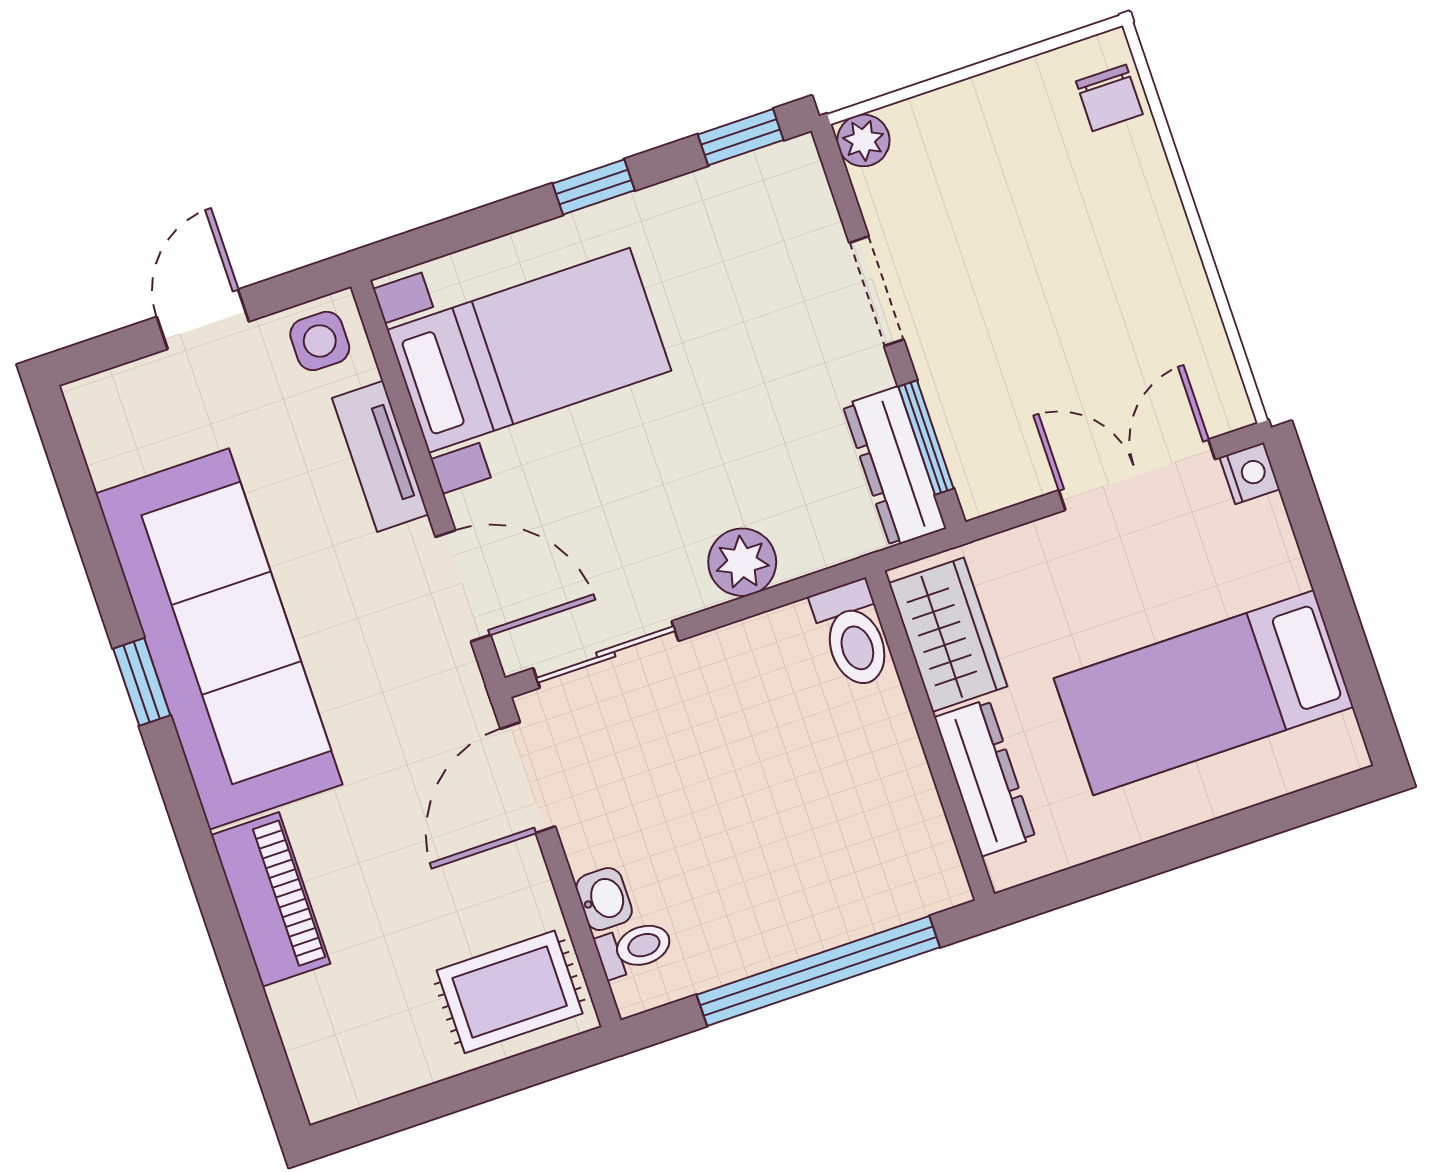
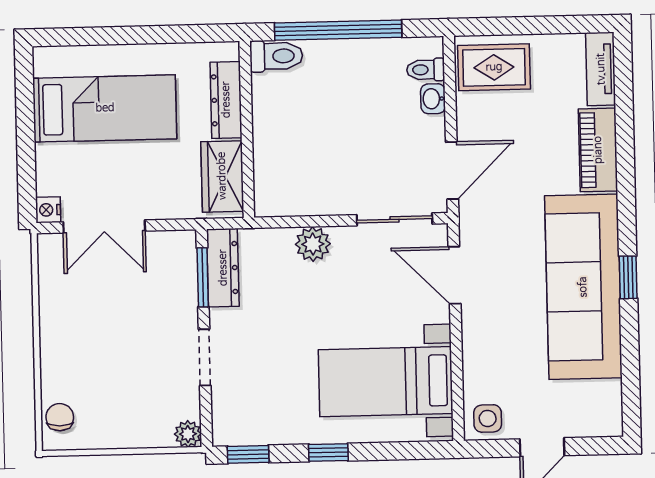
tv unit: (380, 456) -> (601, 69), moved, turned 180
toilet: (853, 634) -> (276, 56), moved, turned 90

